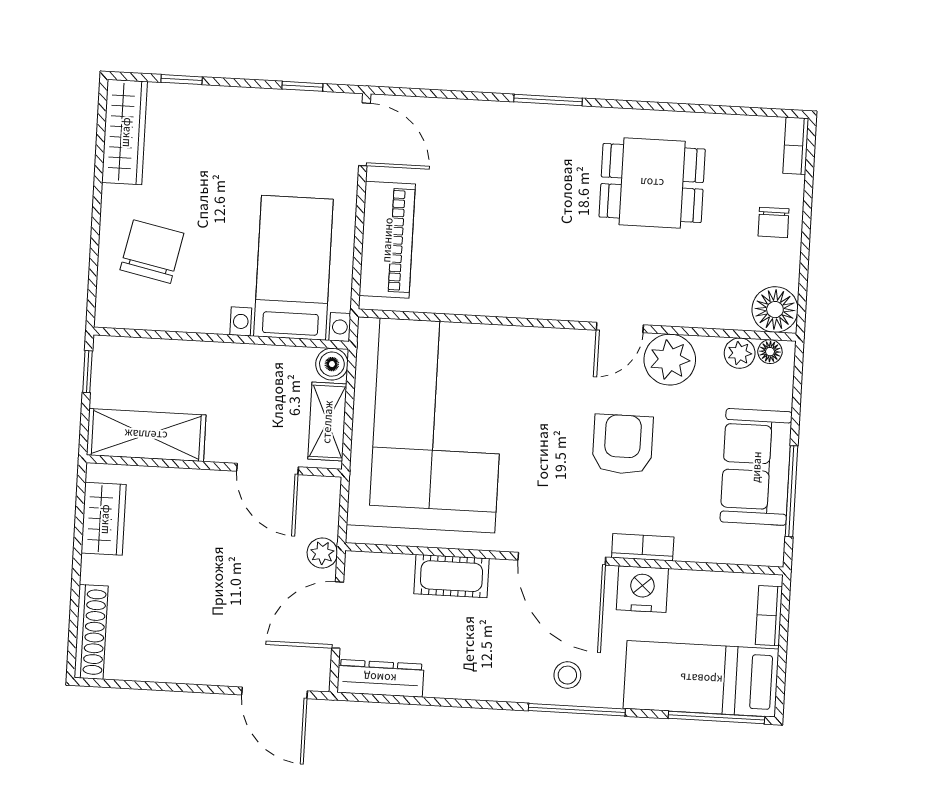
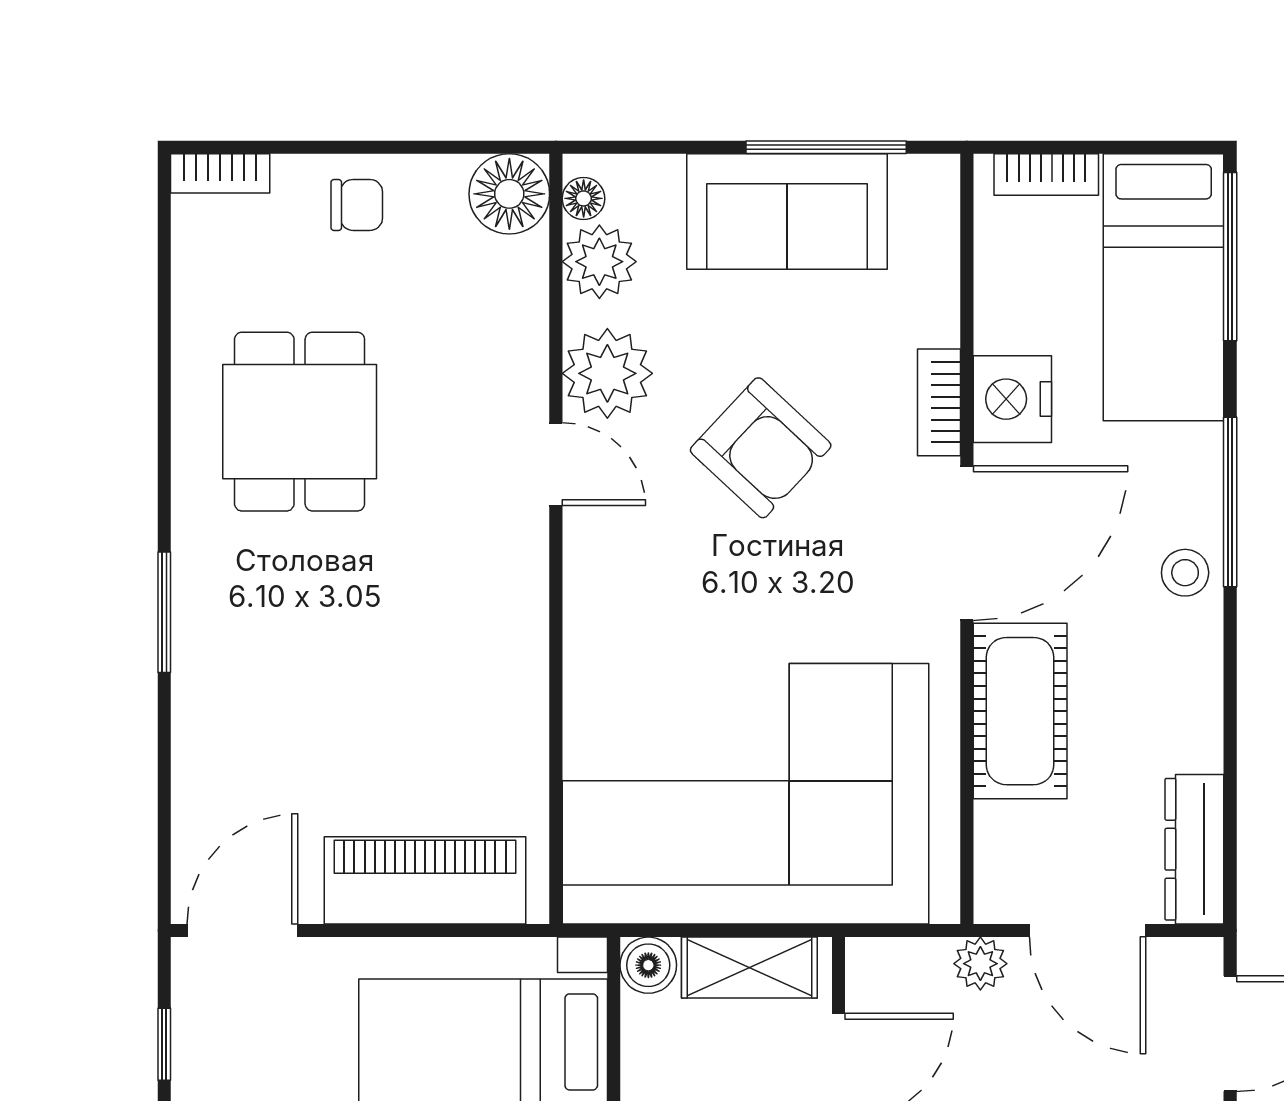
plant: (740, 353) -> (599, 262), width x1.38, depth x1.38
armchair: (623, 444) -> (761, 448), turned -137
cot: (451, 576) -> (1020, 711), width x1.37, depth x1.34
stool: (567, 675) -> (1185, 573), moved

